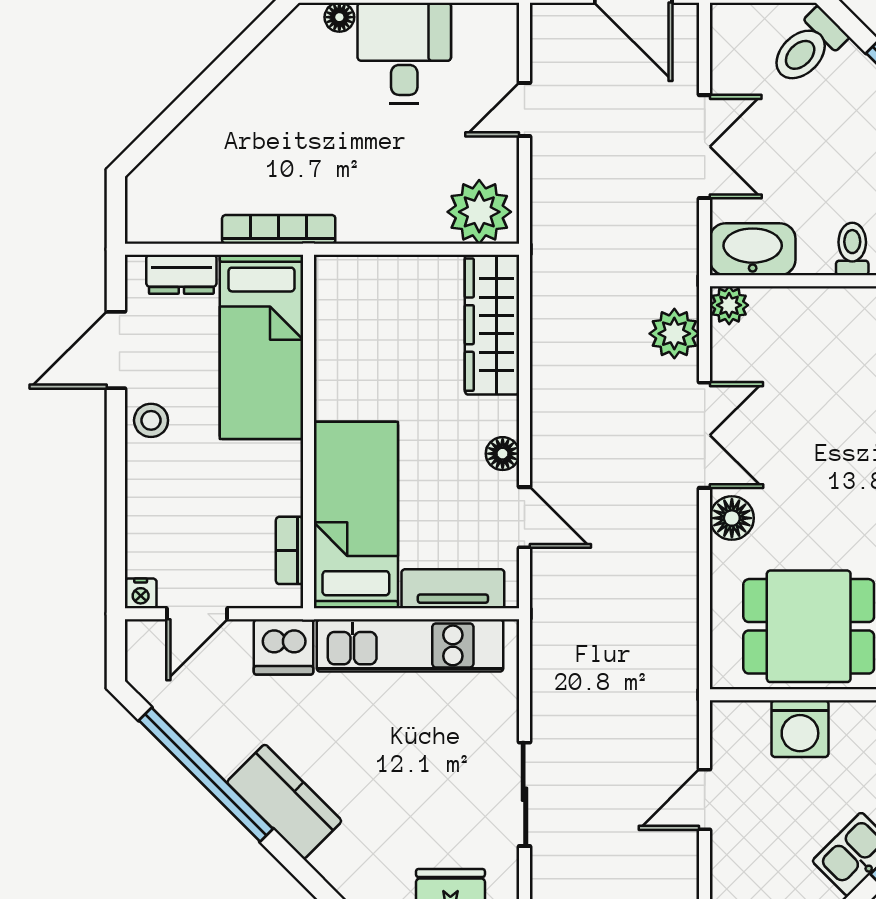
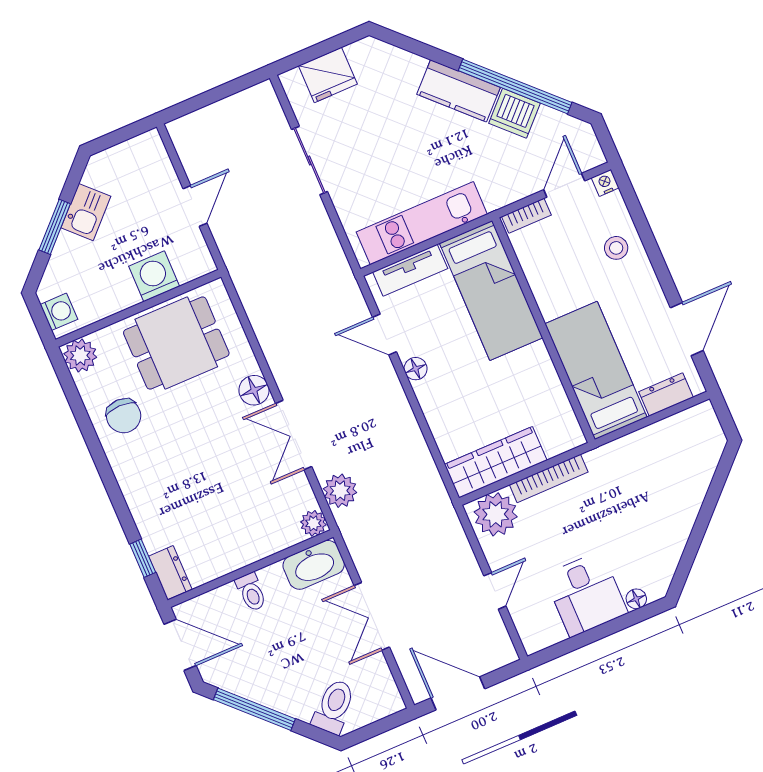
bookcase: (279, 229) -> (549, 478), moved
wardrobe: (492, 325) -> (496, 462), moved, turned -90
stool: (151, 420) -> (616, 248), moved
bookcase: (290, 550) -> (526, 216), moved, turned 90
dishwasher: (284, 647) -> (515, 113), moved, turned -135

